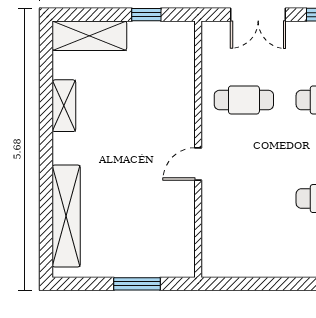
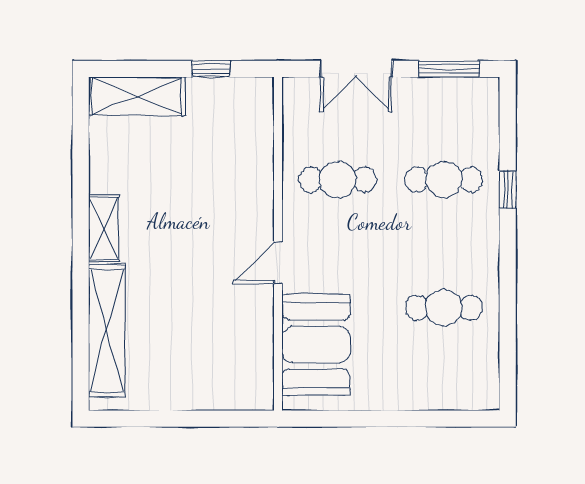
shelving: (64, 106) -> (104, 228), moved
booth: (227, 227) -> (316, 345), added
window: (137, 284) -> (199, 419), removed

